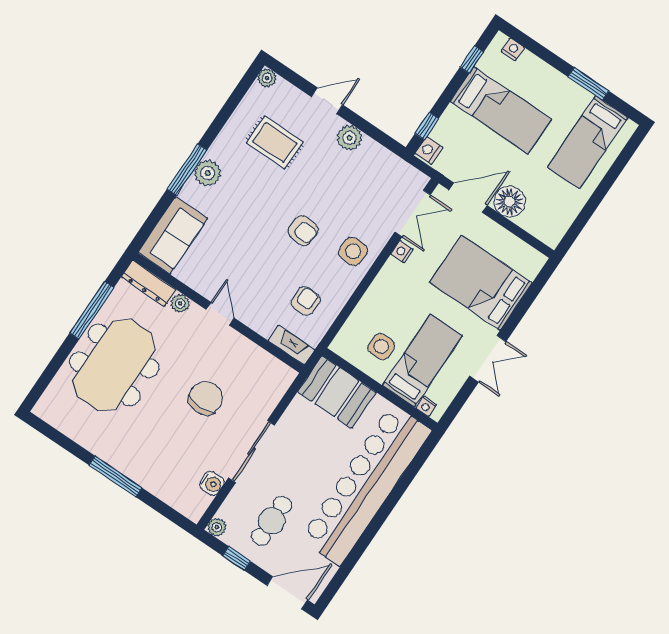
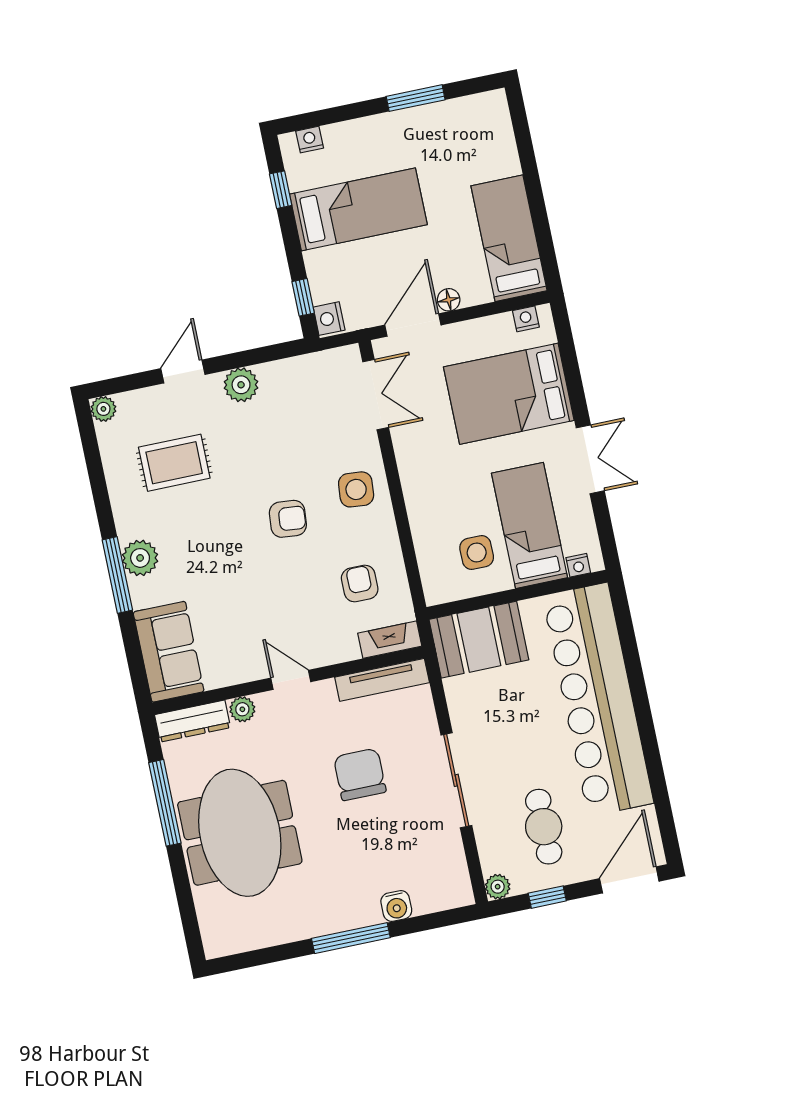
bed: (588, 142) -> (509, 238), moved, turned 180
floor lamp: (510, 202) -> (449, 300), width x0.53, depth x0.53
nightstand: (402, 252) -> (526, 319), moved, turned 90
tv unit: (267, 362) -> (382, 680), added
water cooler: (212, 483) -> (396, 906), moved, turned 90

